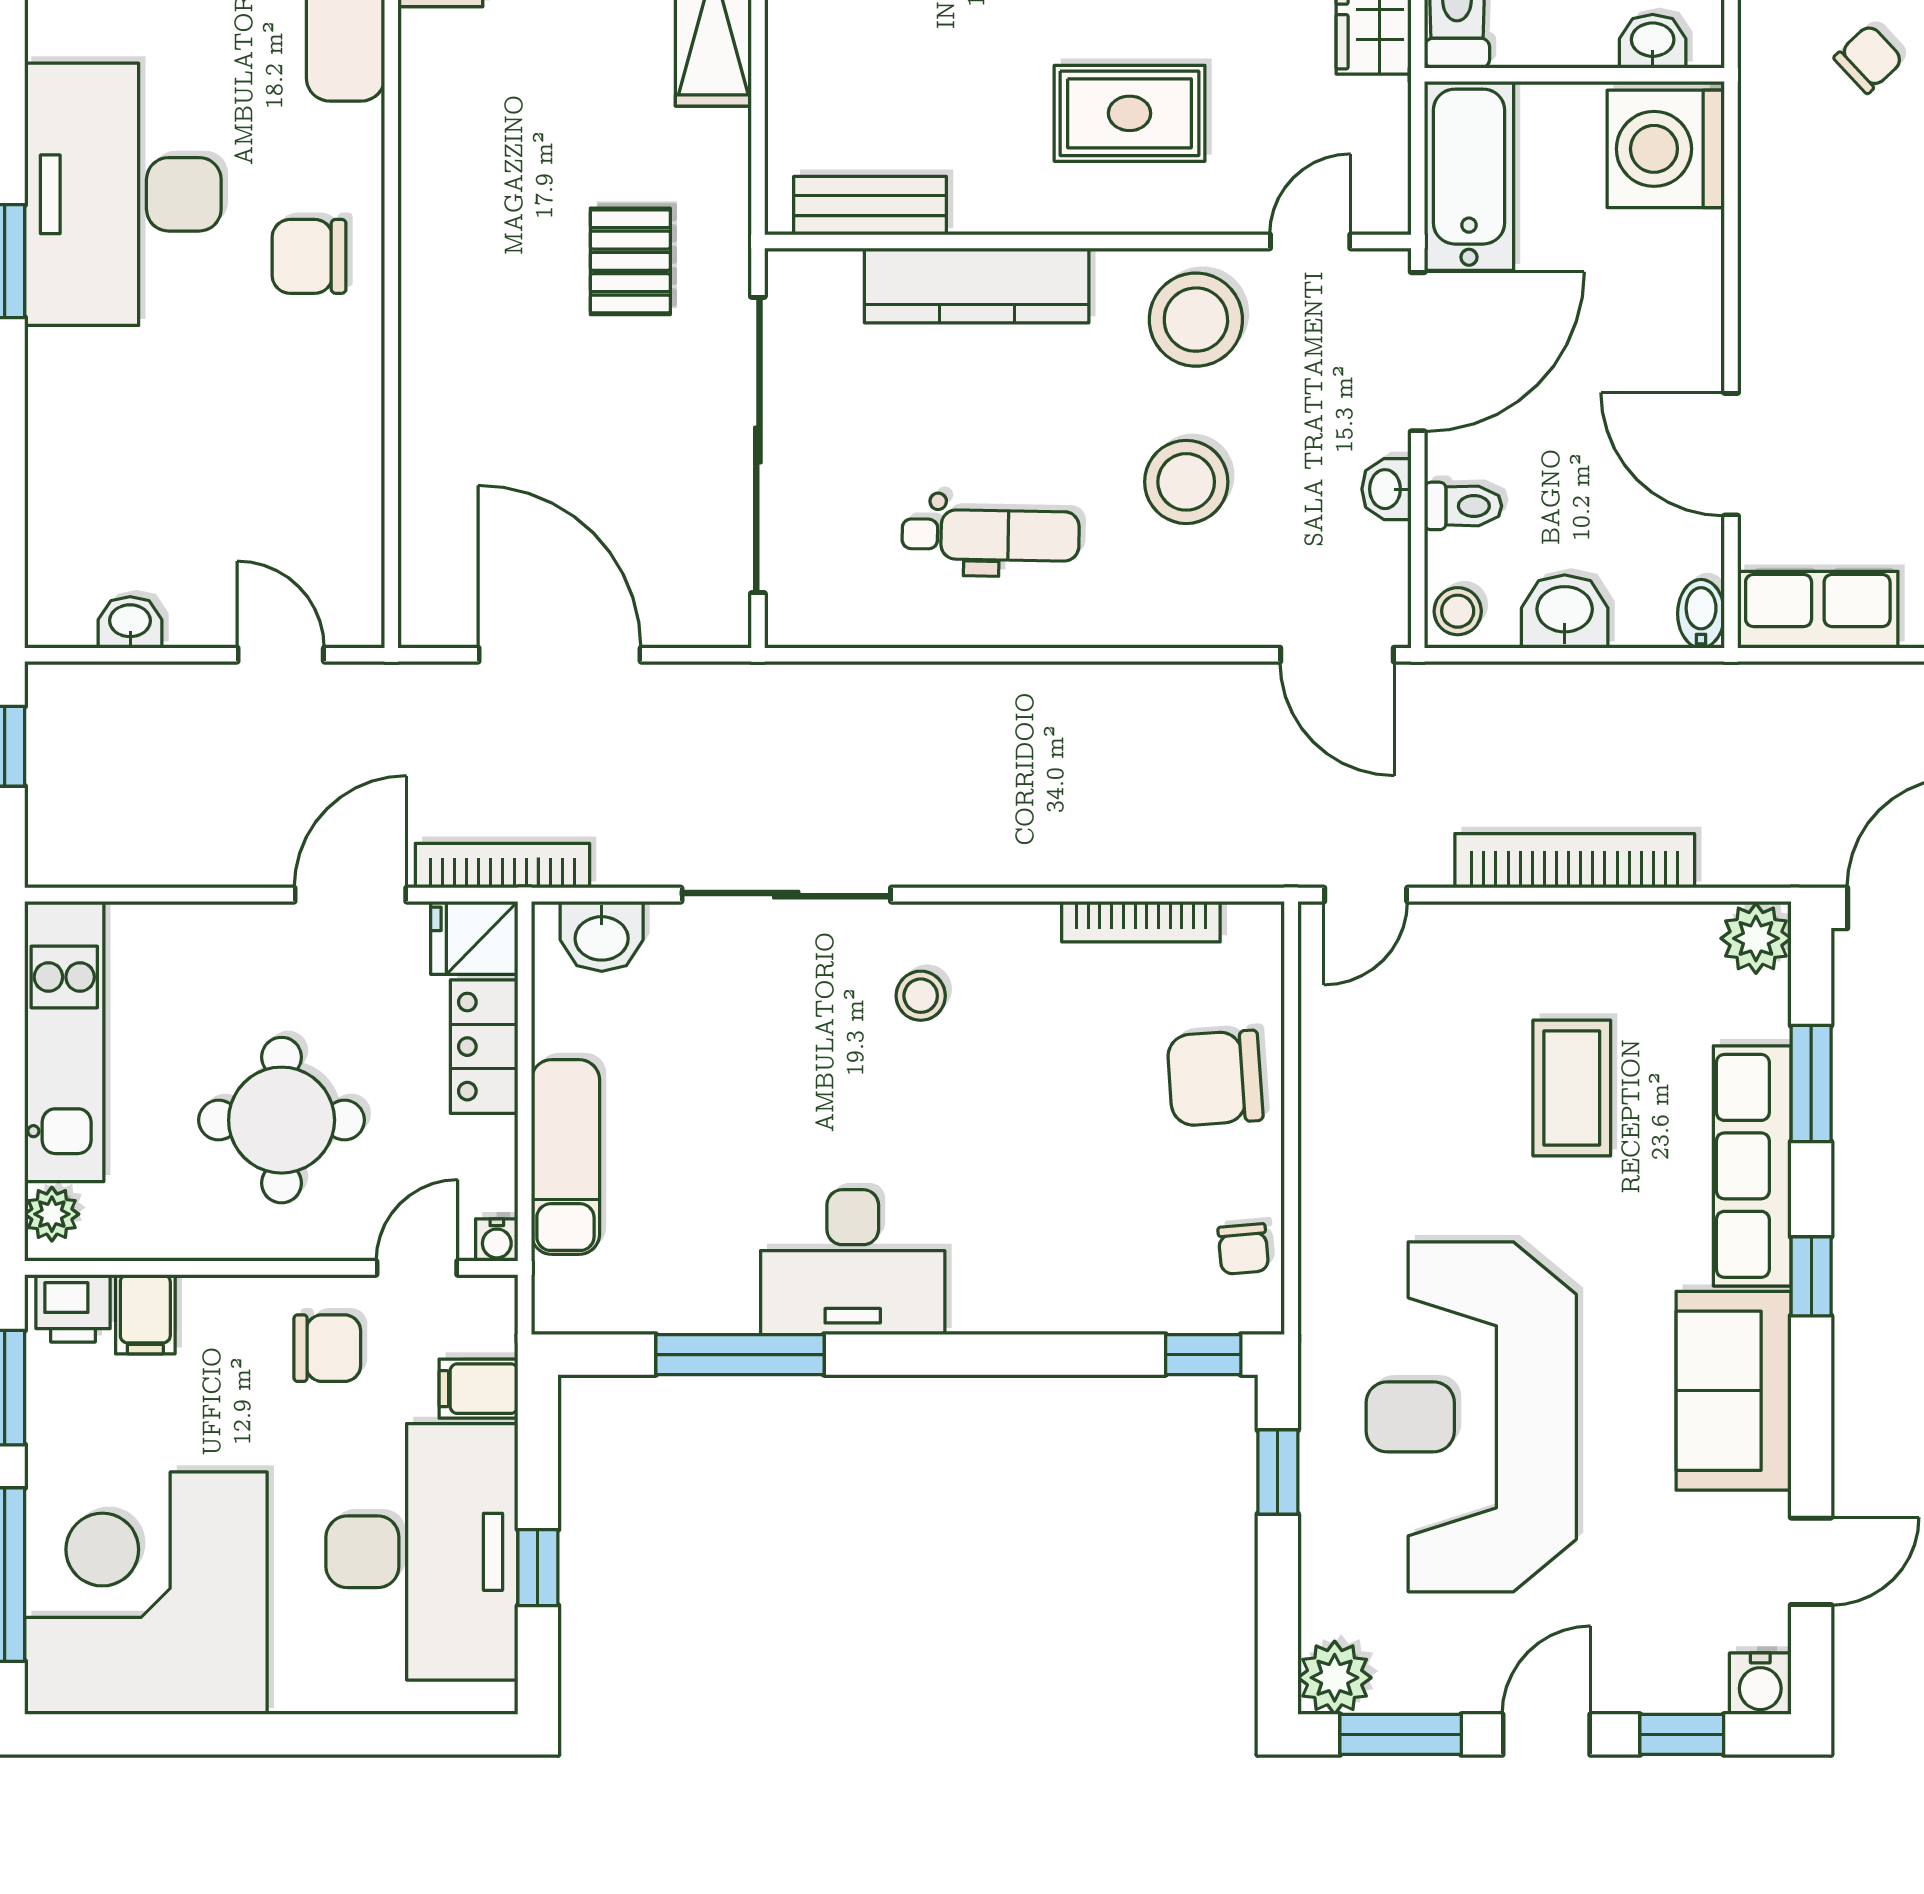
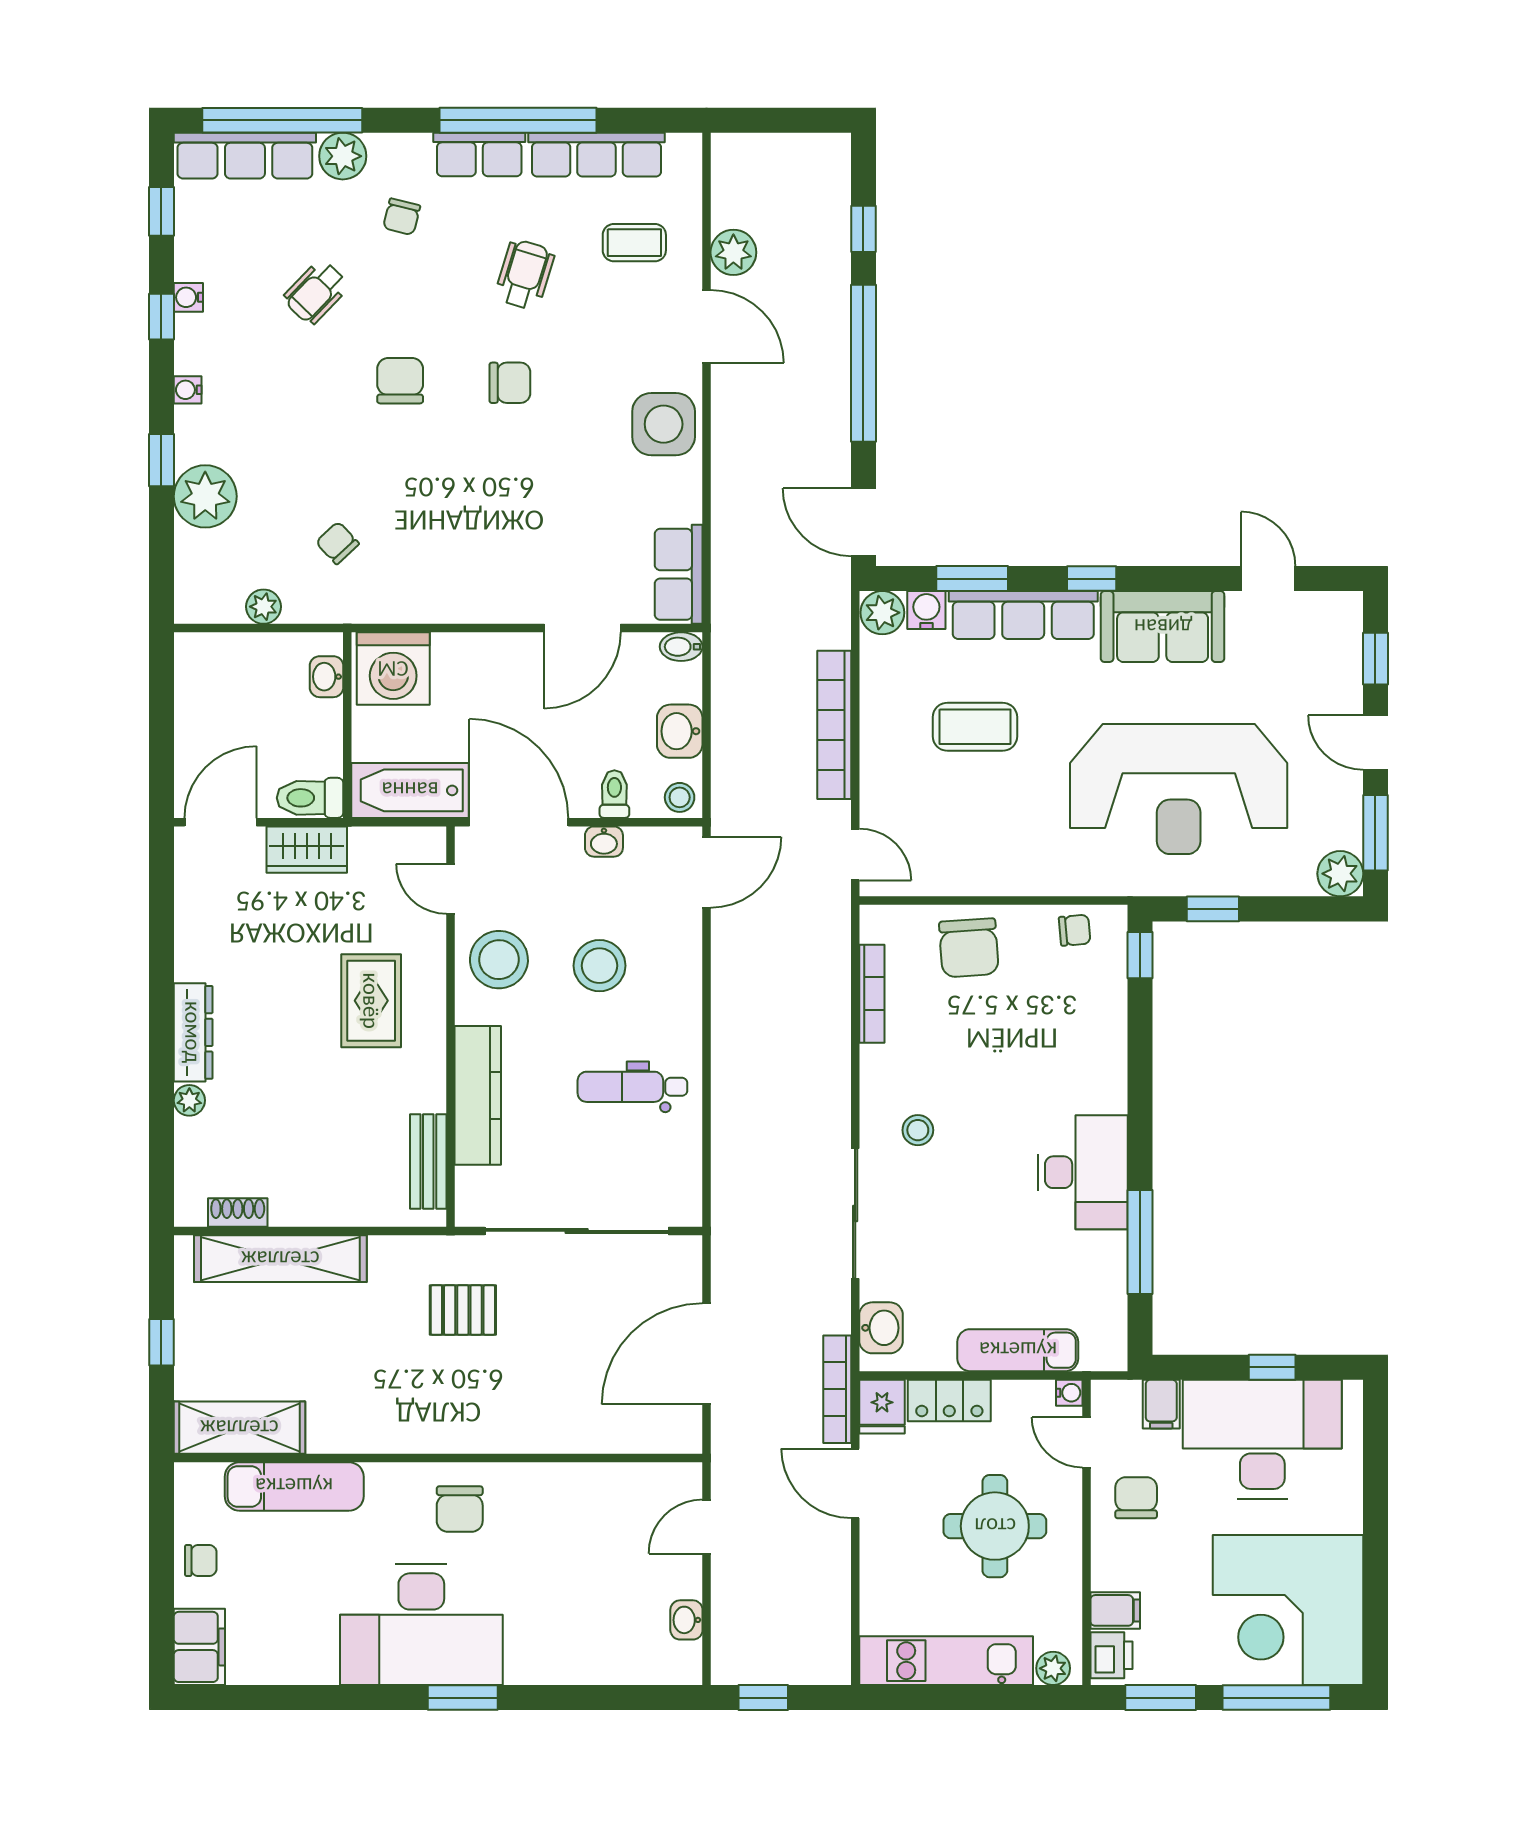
dental chair: (991, 535) -> (632, 1087), turned -91
water cooler: (1760, 1684) -> (926, 610), moved, turned -90

